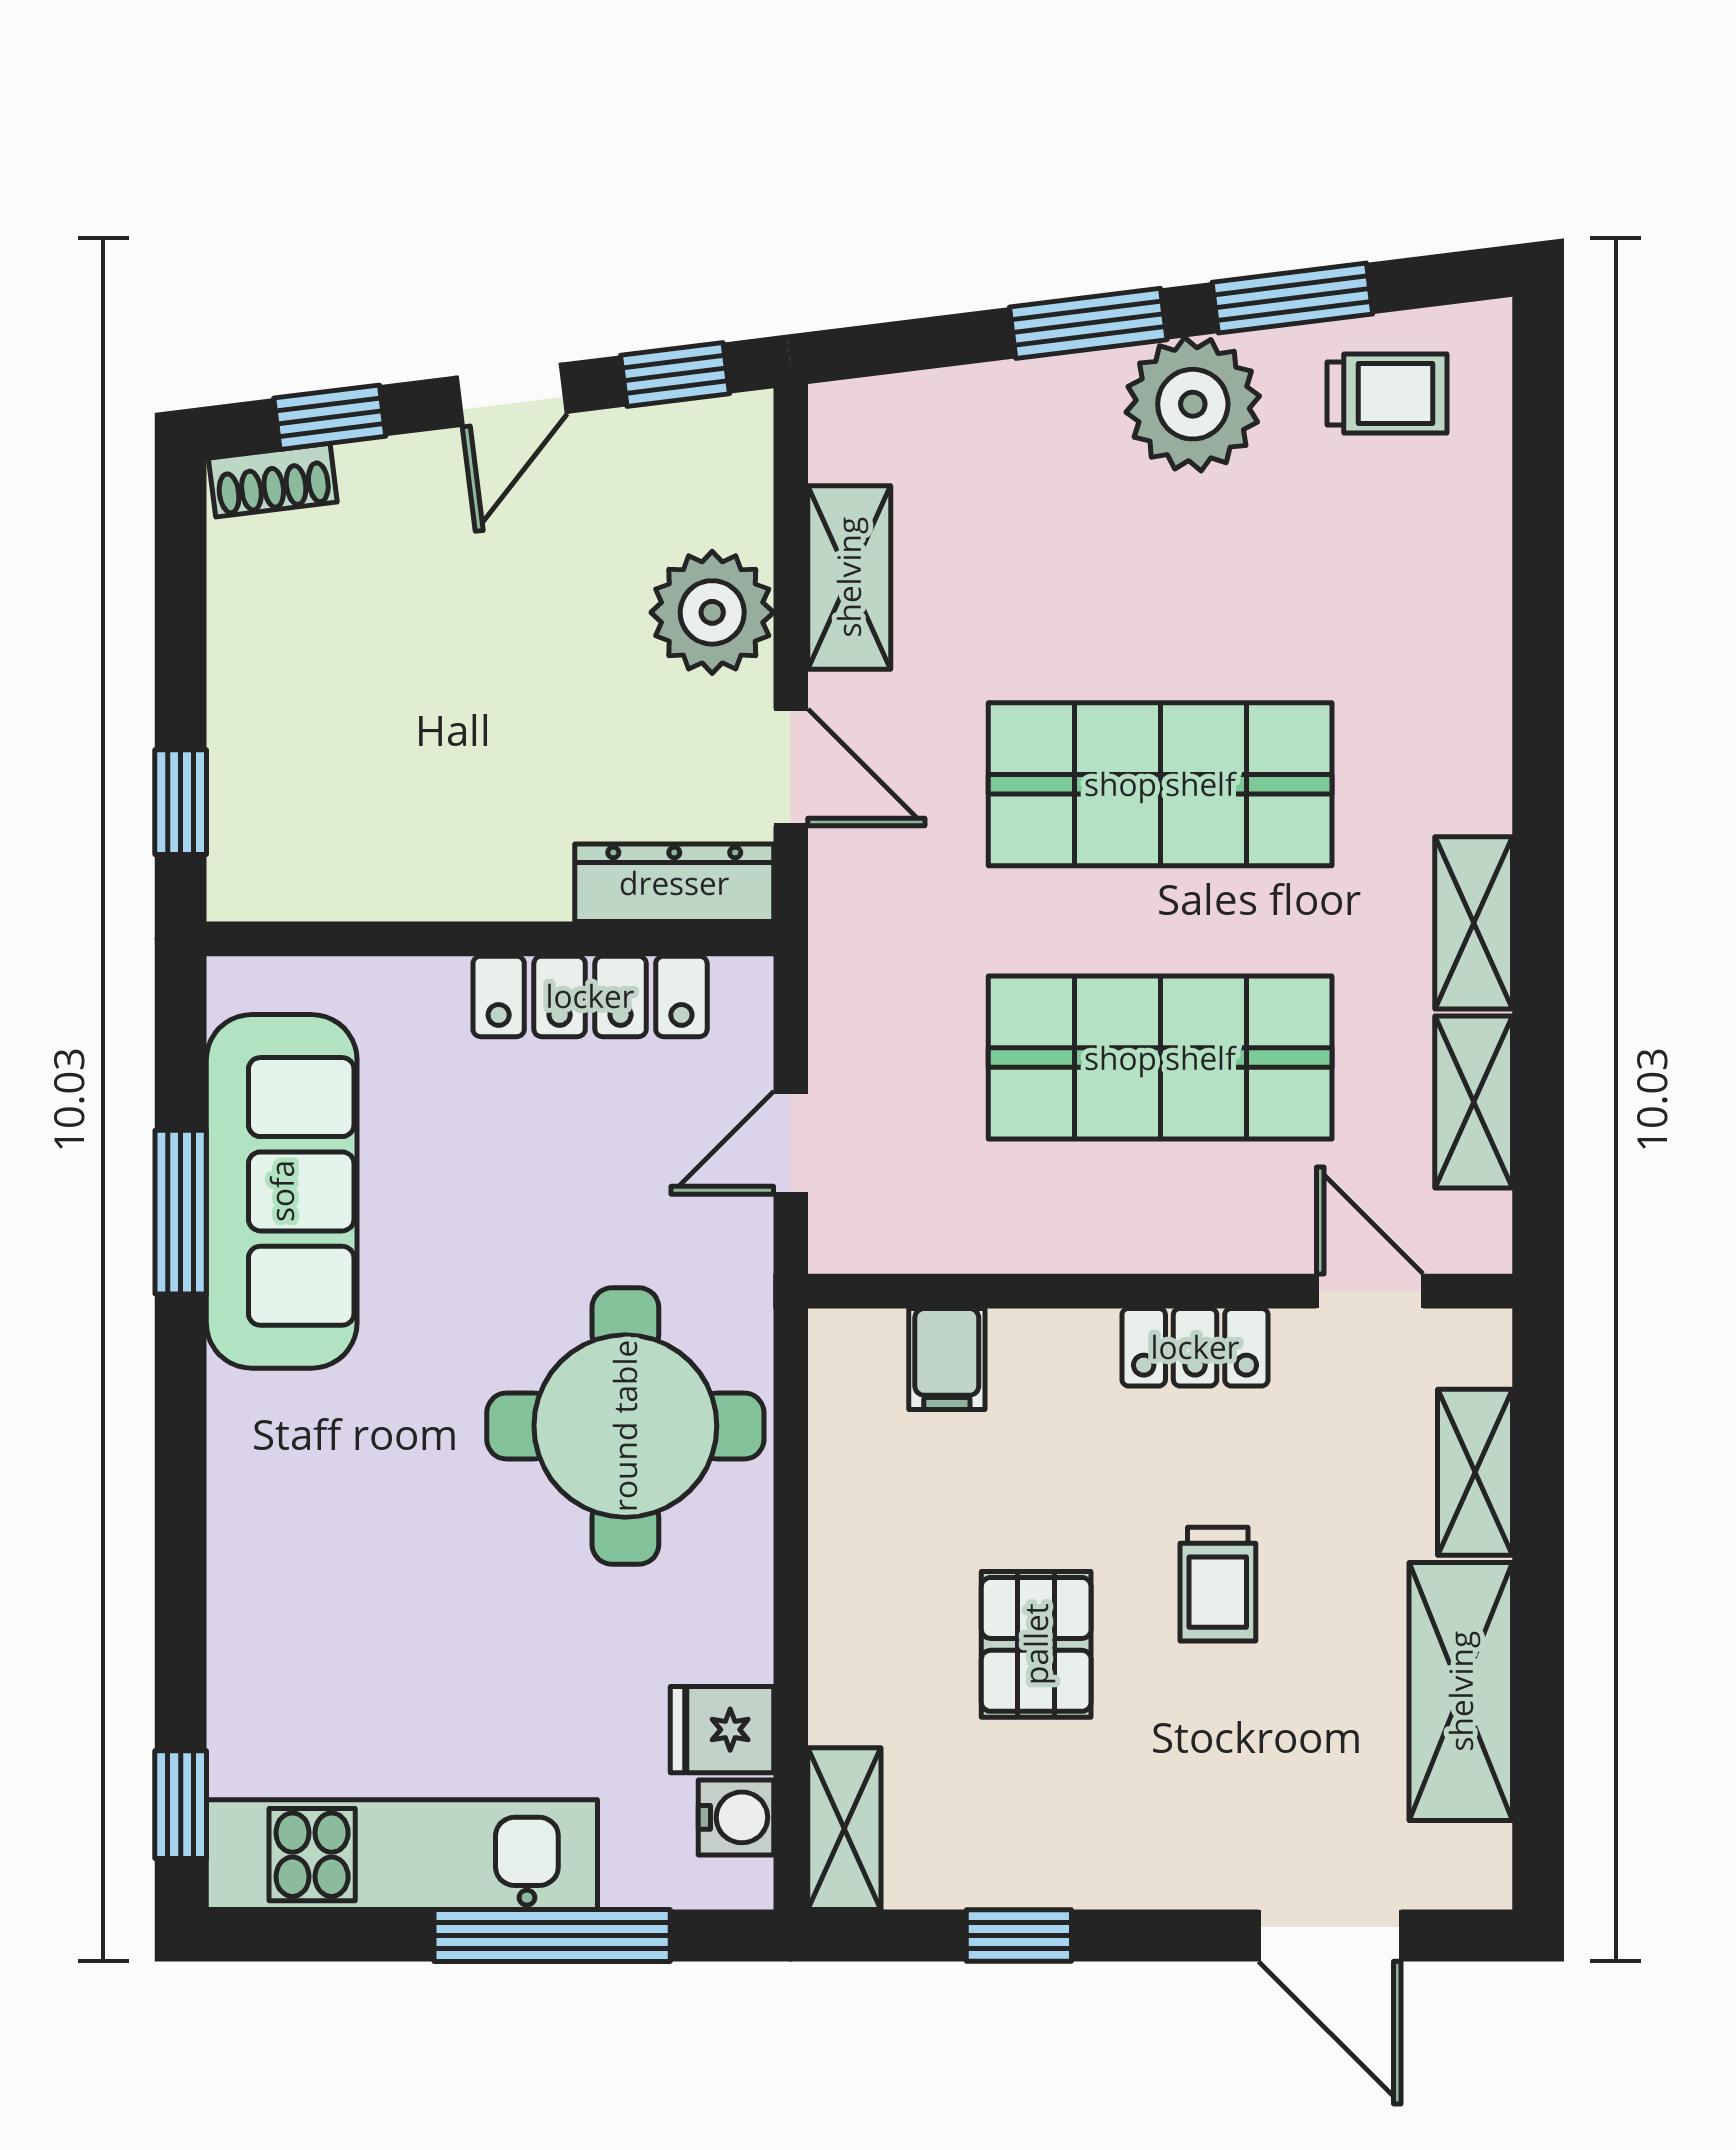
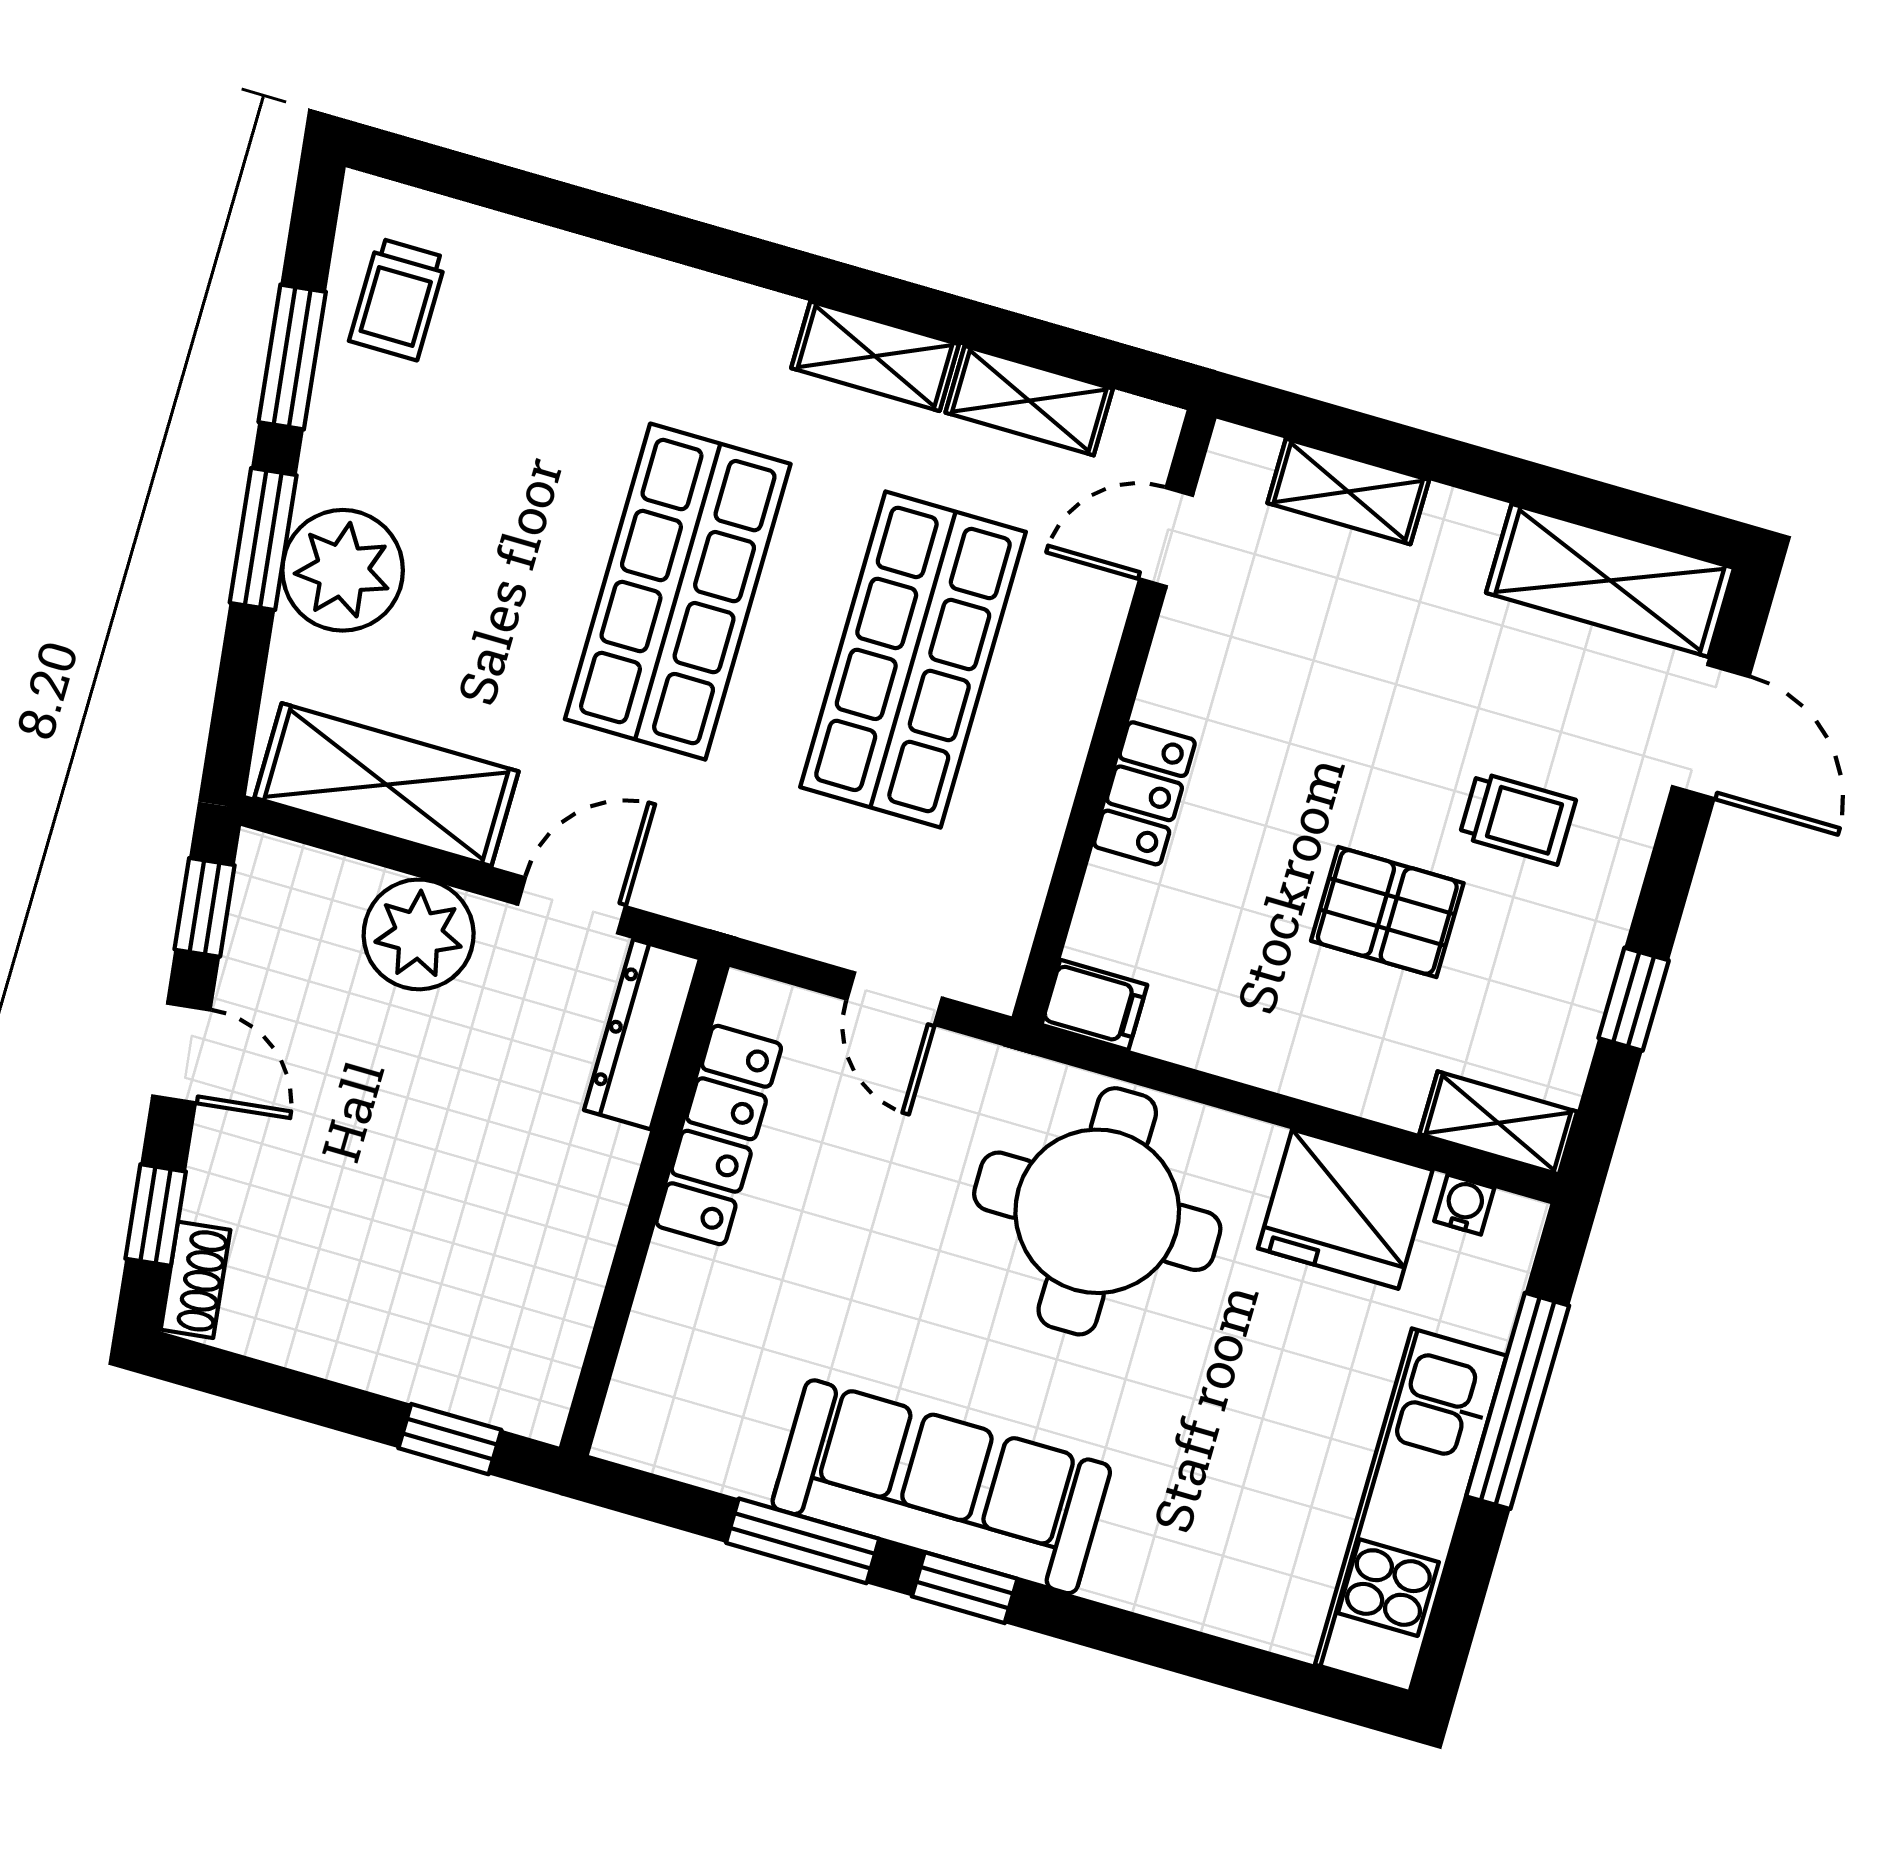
trolley: (1387, 394) -> (398, 299), turned 180
plant: (1193, 404) -> (343, 570), moved
shelving: (849, 577) -> (386, 785), width x1.50, depth x1.33
sofa: (282, 1191) -> (941, 1487), moved
locker: (1195, 1347) -> (1144, 793), moved
filing cabinet: (947, 1359) -> (1094, 1005), moved
trolley: (1218, 1584) -> (1518, 818), moved
shelving: (1461, 1691) -> (1610, 580), moved
fridge: (722, 1730) -> (1345, 1209), width x1.88, depth x1.34
window: (181, 1805) -> (965, 1588), moved
water cooler: (736, 1817) -> (1464, 1204), width x0.72, depth x0.72
door: (1330, 1936) -> (1711, 732), hinge flipped

